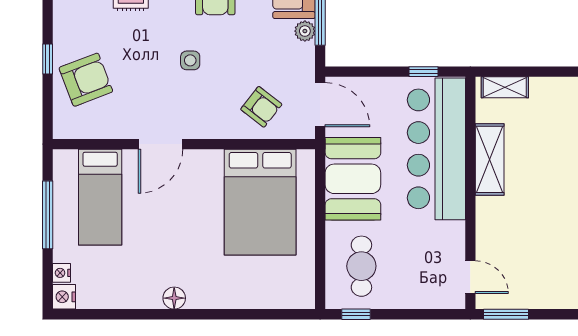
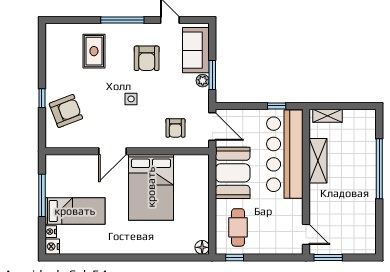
armchair: (261, 107) -> (175, 128), turned 52
bed: (100, 197) -> (75, 211), moved, turned -90
bed: (260, 202) -> (151, 187), moved
floor lamp: (174, 298) -> (202, 247), moved

